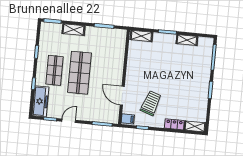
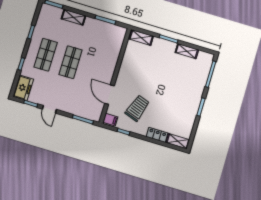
shop shelf: (79, 73) -> (71, 62), width x0.70, depth x0.74
freezer: (41, 101) -> (23, 88), width x0.71
door: (69, 121) -> (49, 109), swing flipped

